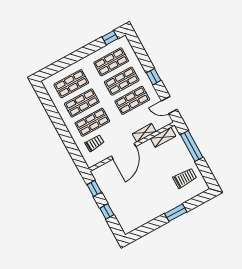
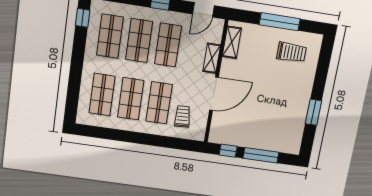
window: (192, 146) -> (280, 22), moved
door: (124, 151) -> (214, 94), hinge flipped
trolley: (185, 178) -> (292, 52), turned 90
window: (107, 211) -> (261, 155), width x2.17
window: (176, 213) -> (313, 112), moved

